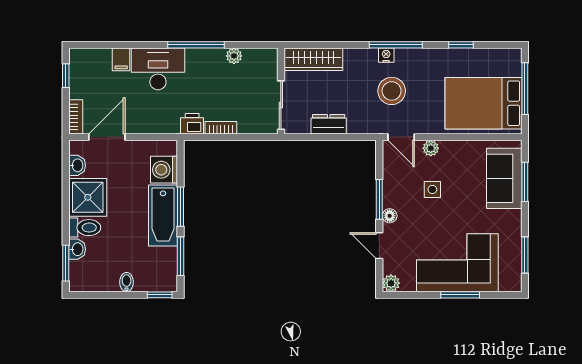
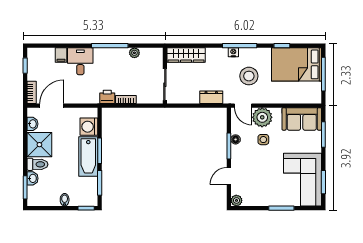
desk: (158, 69) -> (80, 61), width x0.73
stool: (392, 91) -> (249, 76), moved
bed: (483, 103) -> (296, 64), moved
dresser: (329, 124) -> (211, 97), moved
plant: (431, 148) -> (262, 117), width x1.87, depth x1.87
sofa: (504, 178) -> (302, 119), moved, turned -90
floor lamp: (390, 216) -> (236, 139), moved
door: (379, 246) -> (229, 176), hinge flipped
corner sofa: (457, 263) -> (302, 180), moved, turned -90

